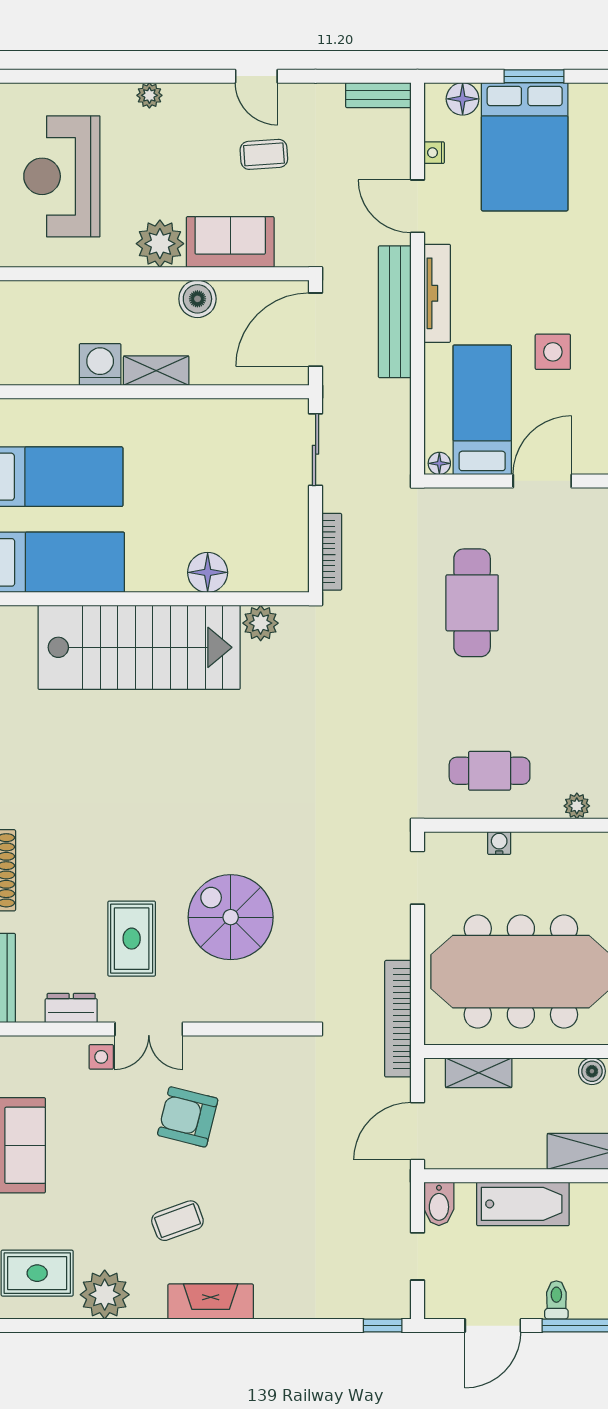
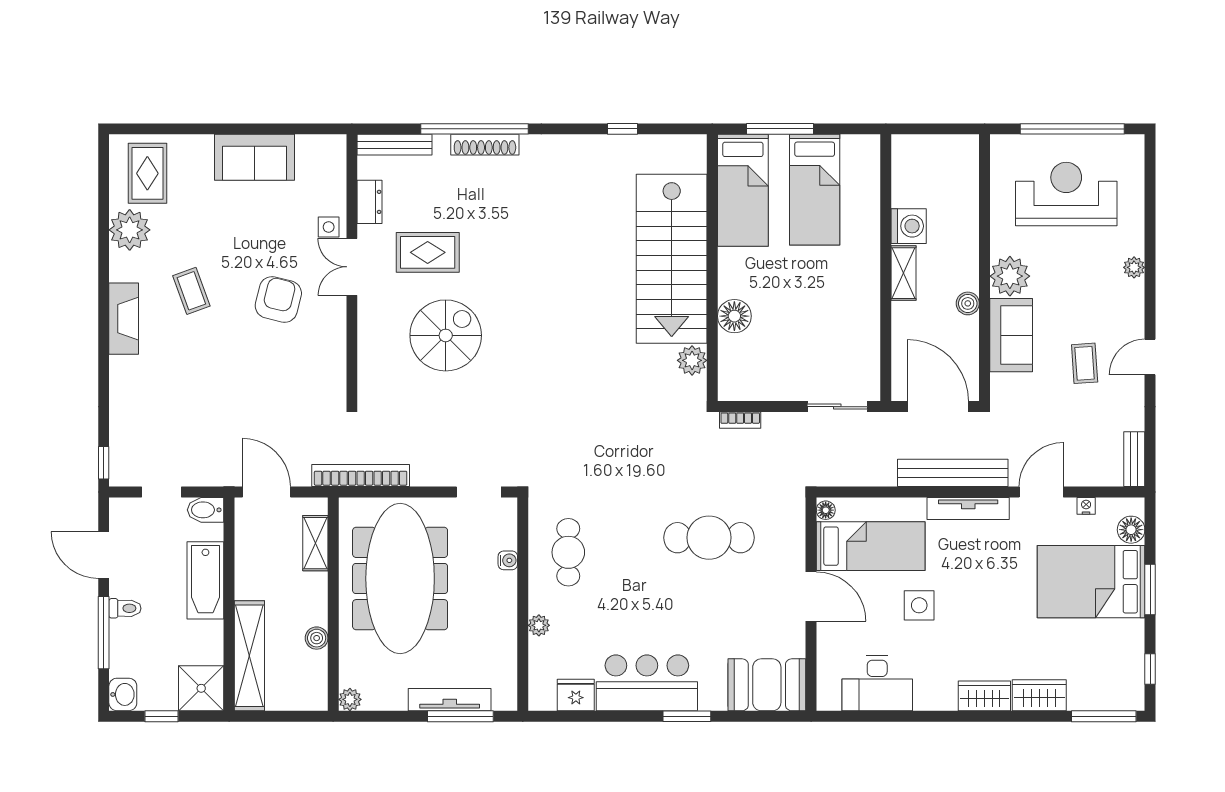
boiler: (197, 299) -> (968, 303), width x0.73, depth x0.73
bookcase: (332, 552) -> (740, 420), width x0.64

